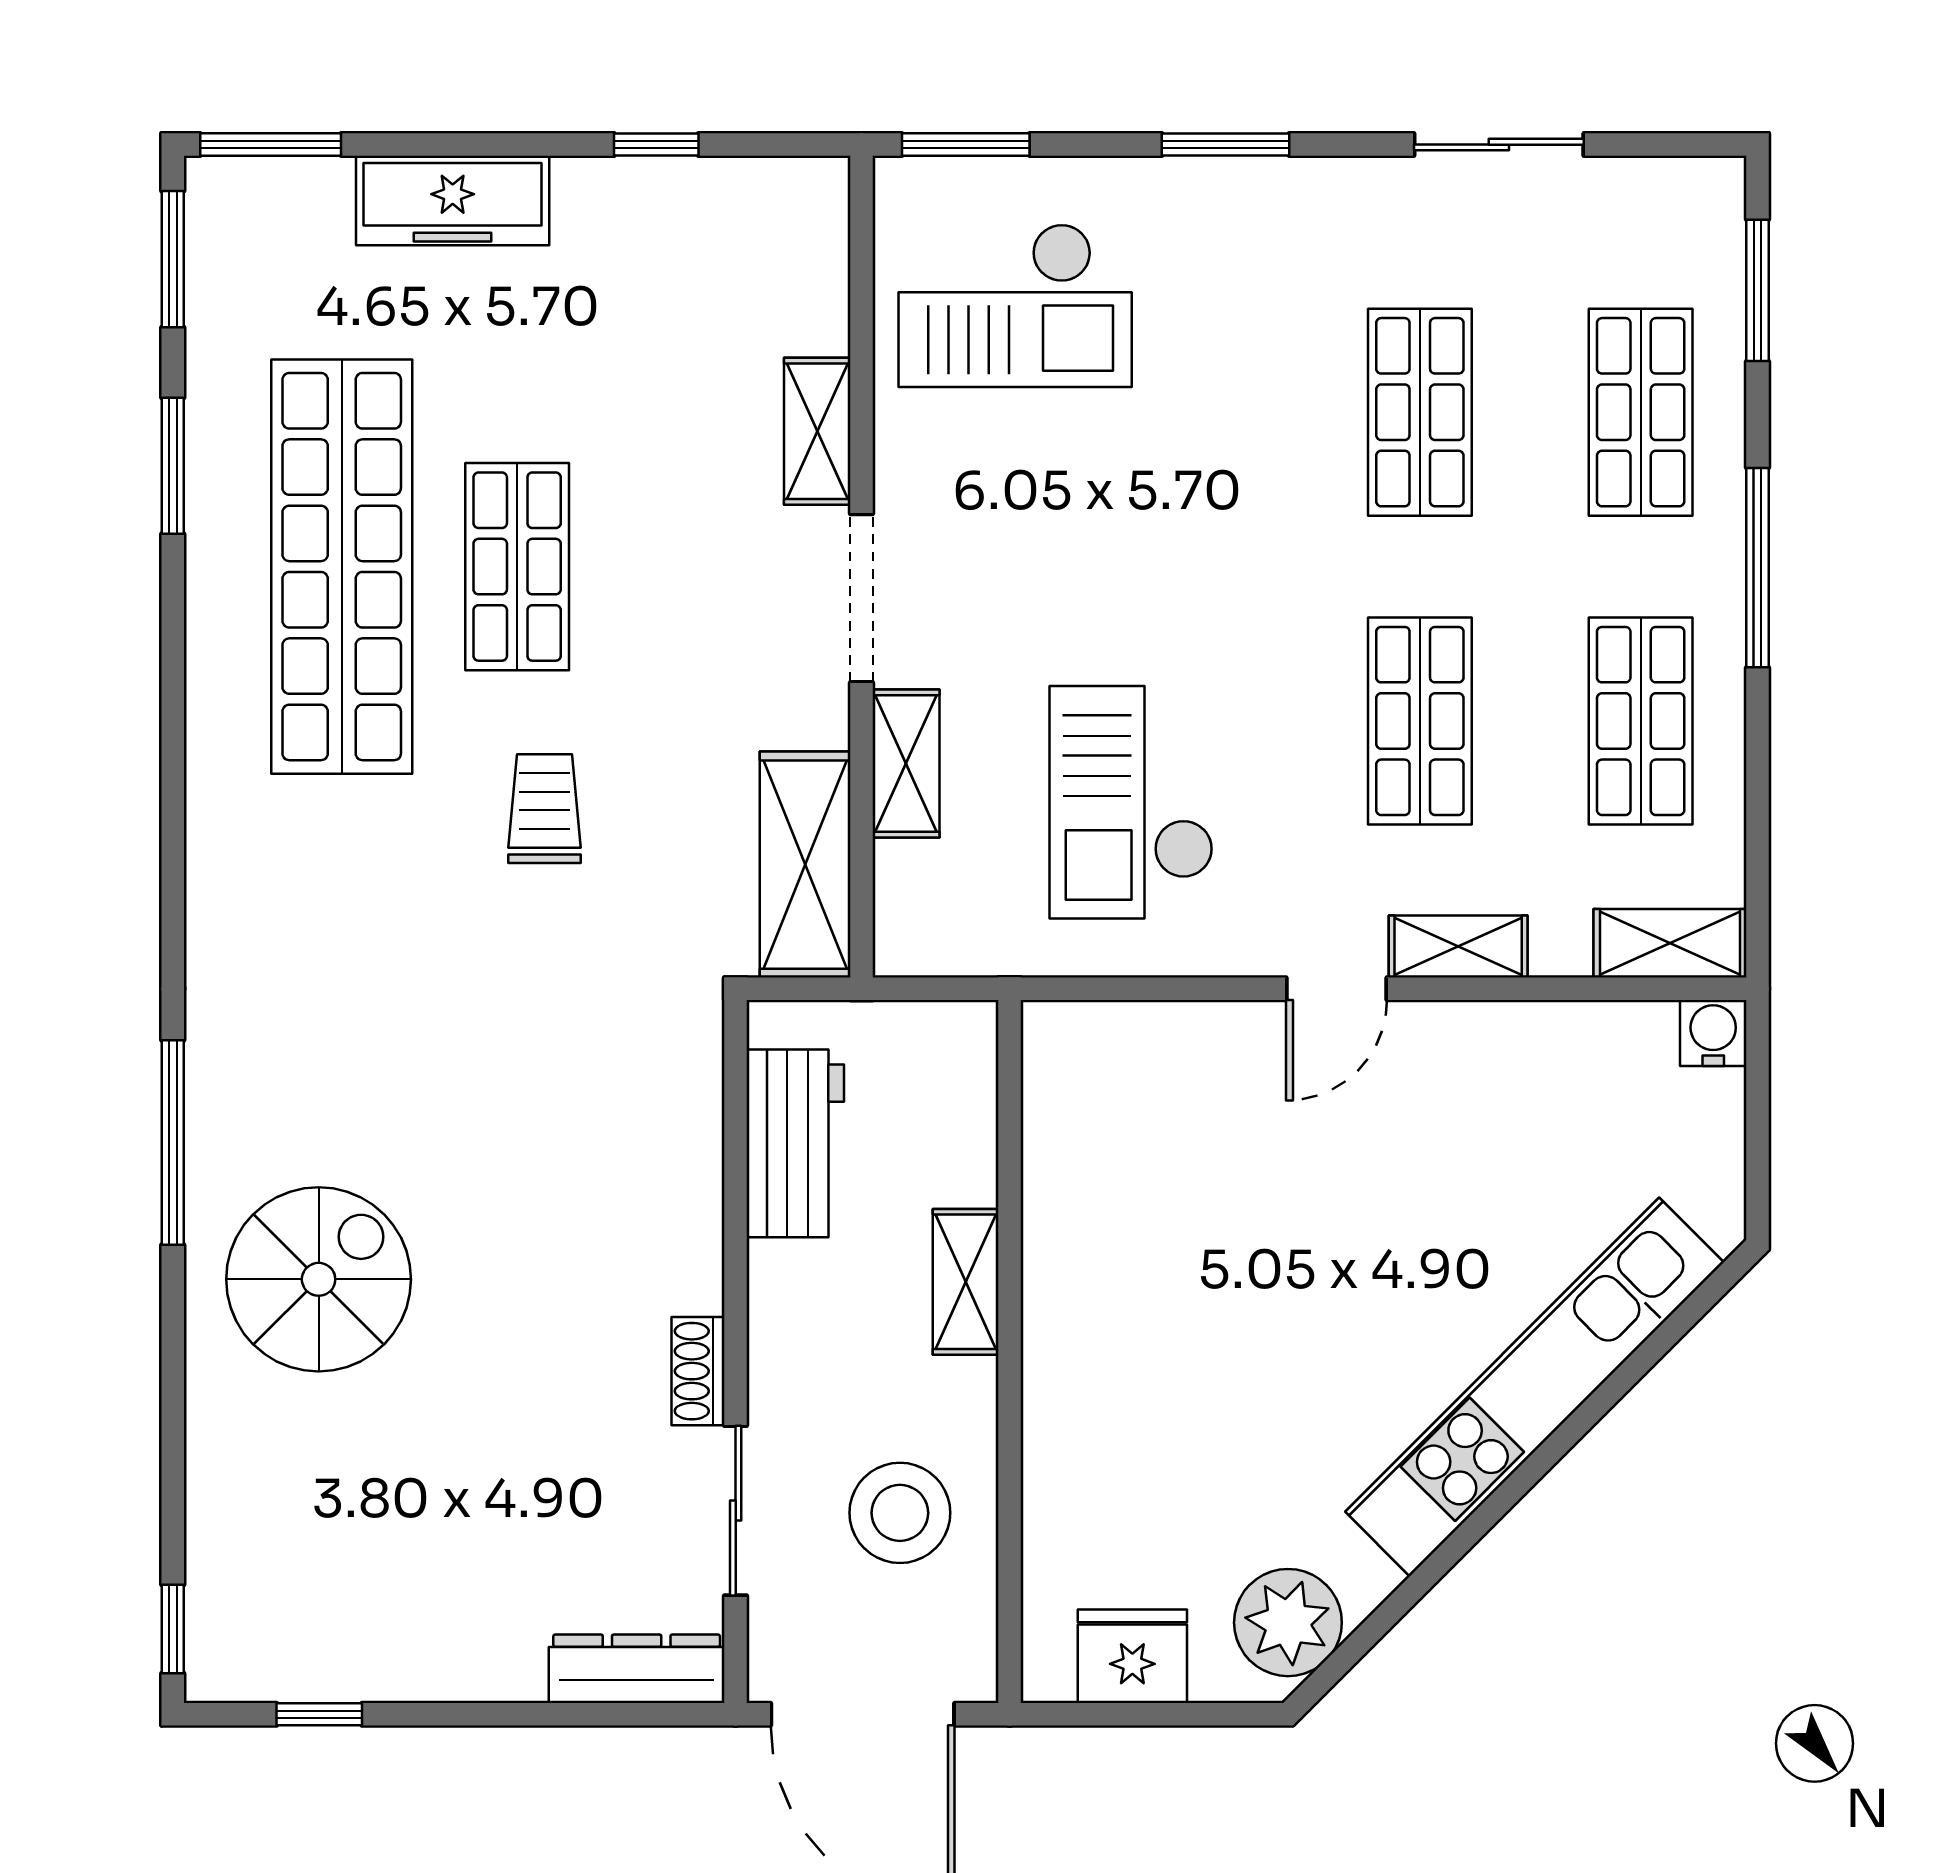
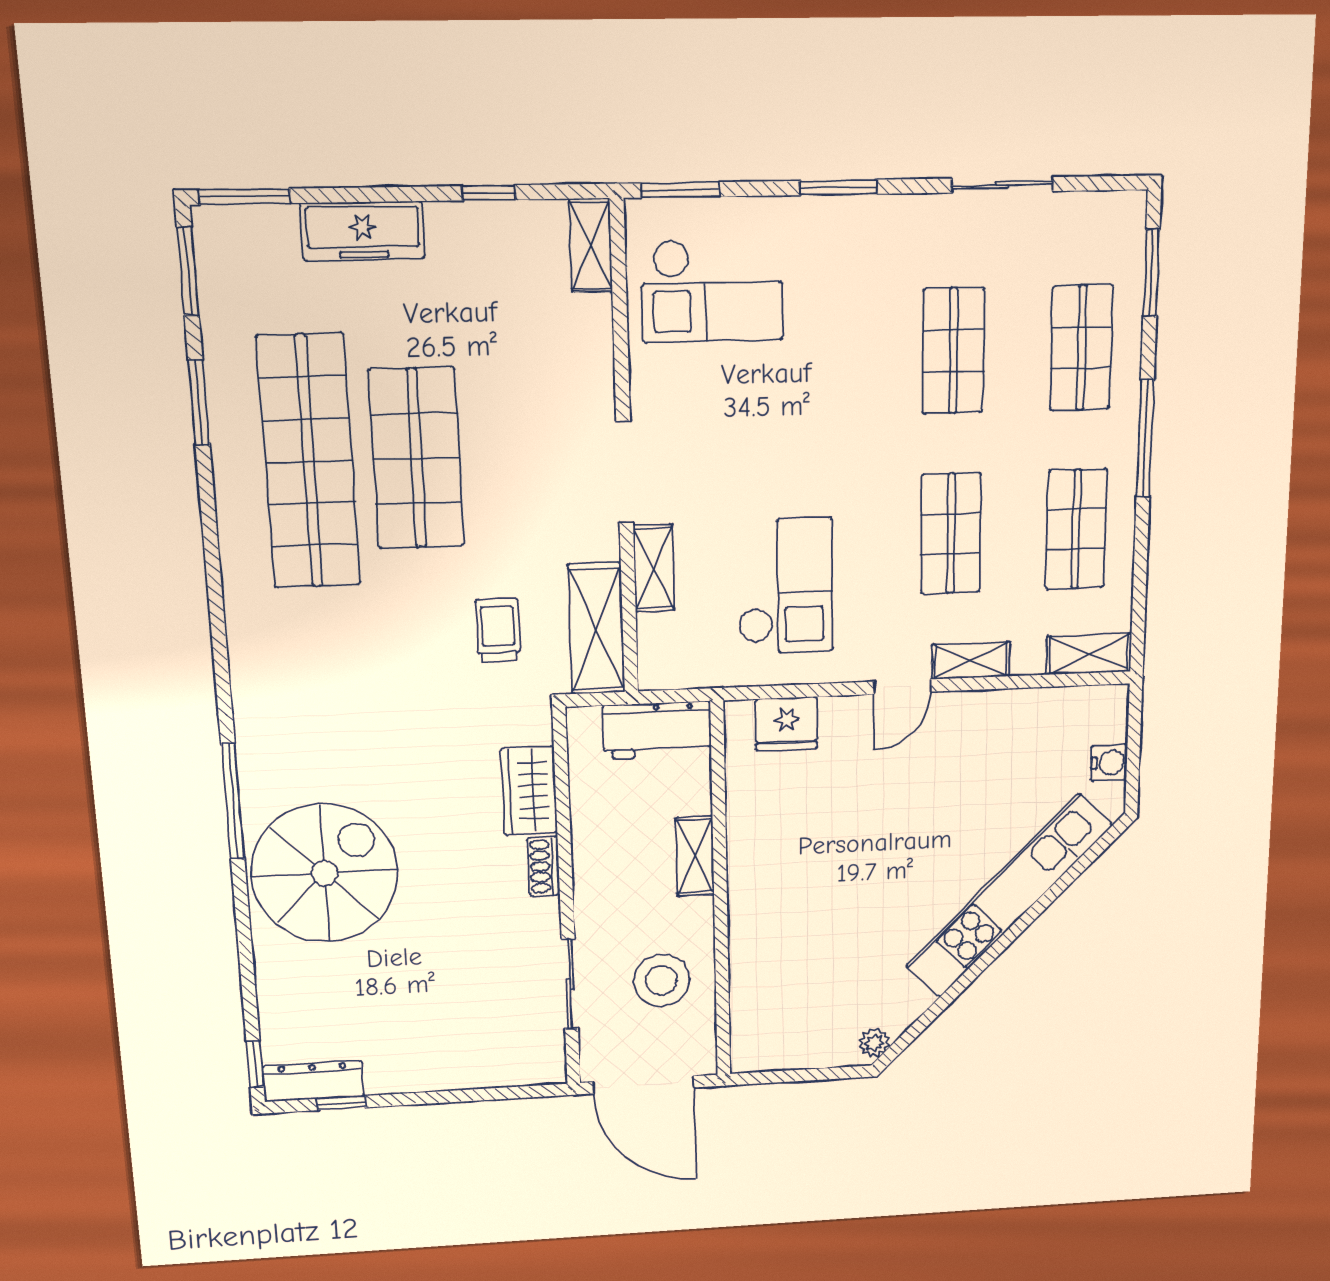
shelving: (817, 431) -> (591, 245), moved
shop shelf: (517, 567) -> (416, 459), width x1.43, depth x1.36
checkout: (1131, 802) -> (785, 586), turned 180
trolley: (544, 809) -> (498, 630), moved
water cooler: (1713, 1033) -> (1109, 763), moved, turned 90
workbench: (795, 1143) -> (657, 730), moved, turned 90
wardrobe: (679, 1147) -> (529, 791), added
spiral stairs: (319, 1279) -> (325, 873), width x1.37, depth x1.37
shoe rack: (698, 1371) -> (544, 866), moved
plant: (1288, 1623) -> (874, 1043), width x0.53, depth x0.53
fridge: (1132, 1656) -> (787, 724), moved, turned 180
dresser: (637, 1669) -> (313, 1081), moved

